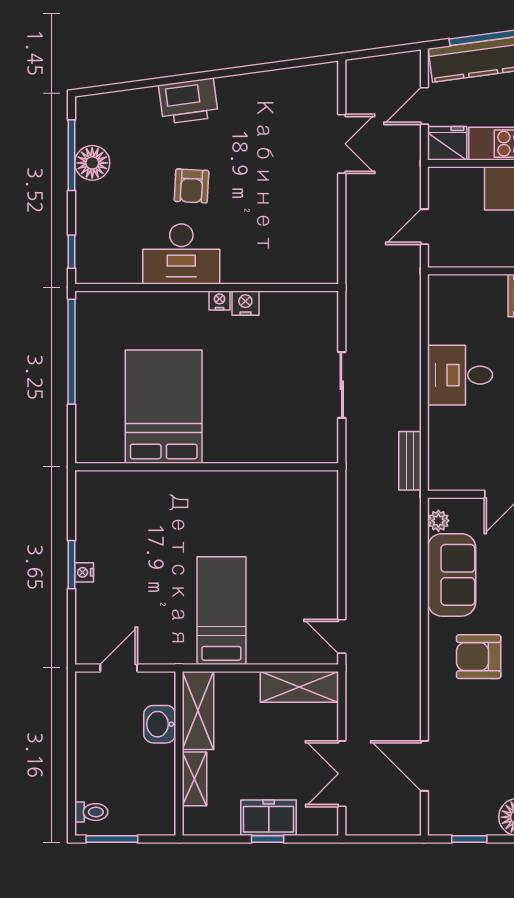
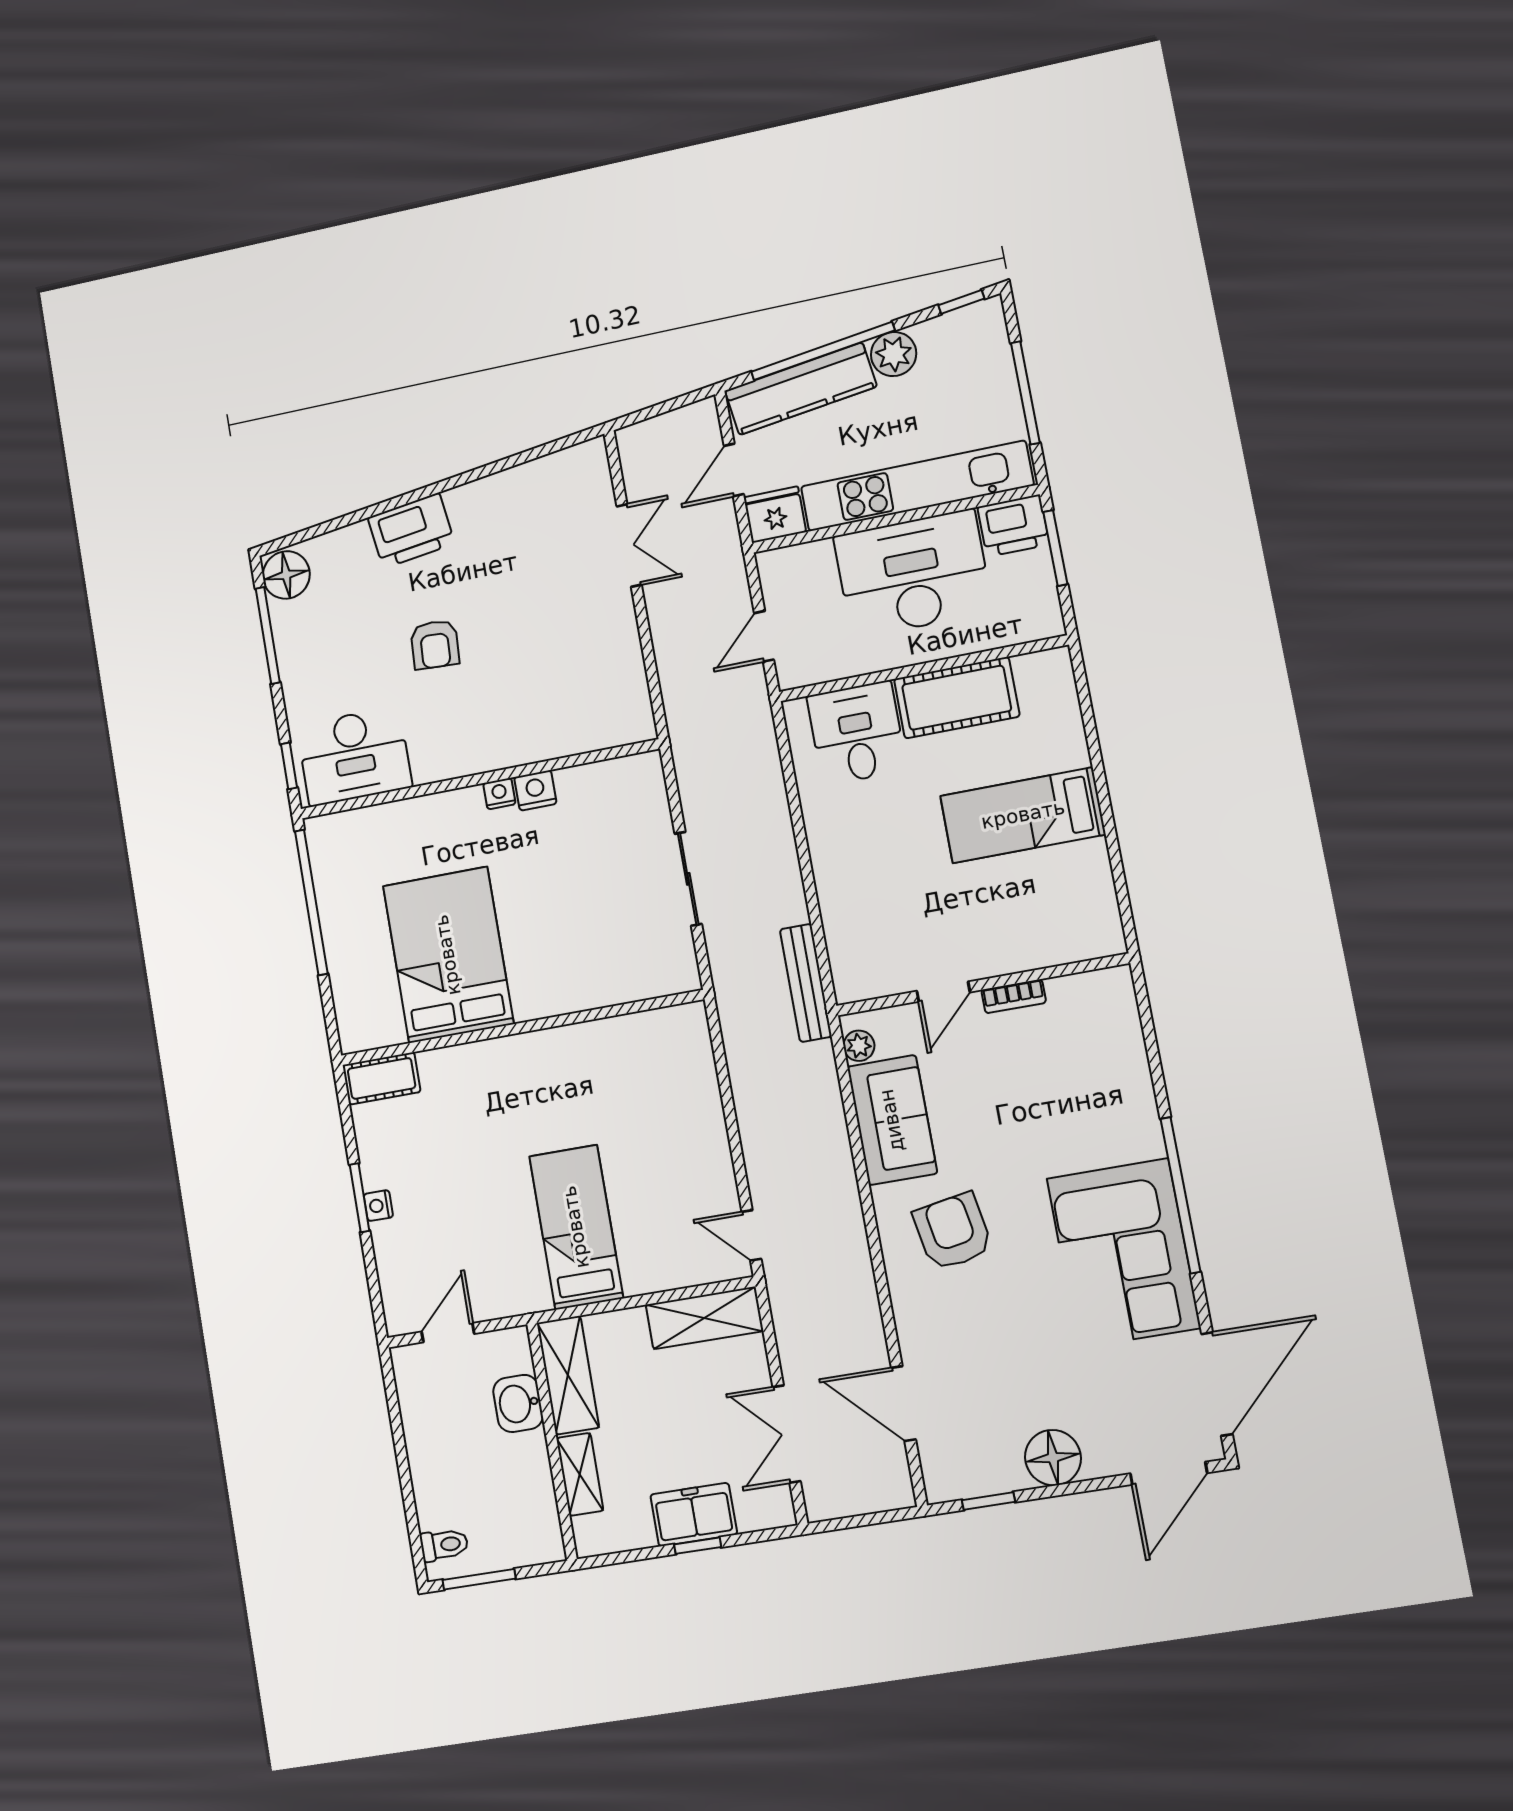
floor lamp: (92, 163) -> (286, 575), moved
desk: (181, 254) -> (354, 756), moved
desk: (460, 375) -> (857, 733), moved, turned 90
bench: (410, 461) -> (806, 983), width x1.36
cot: (101, 484) -> (382, 1078), added
armchair: (479, 657) -> (953, 1231), turned 80

